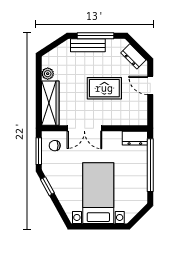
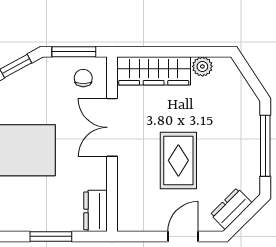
bench: (88, 45) -> (249, 133), removed
window: (150, 165) -> (51, 236), width x0.47

